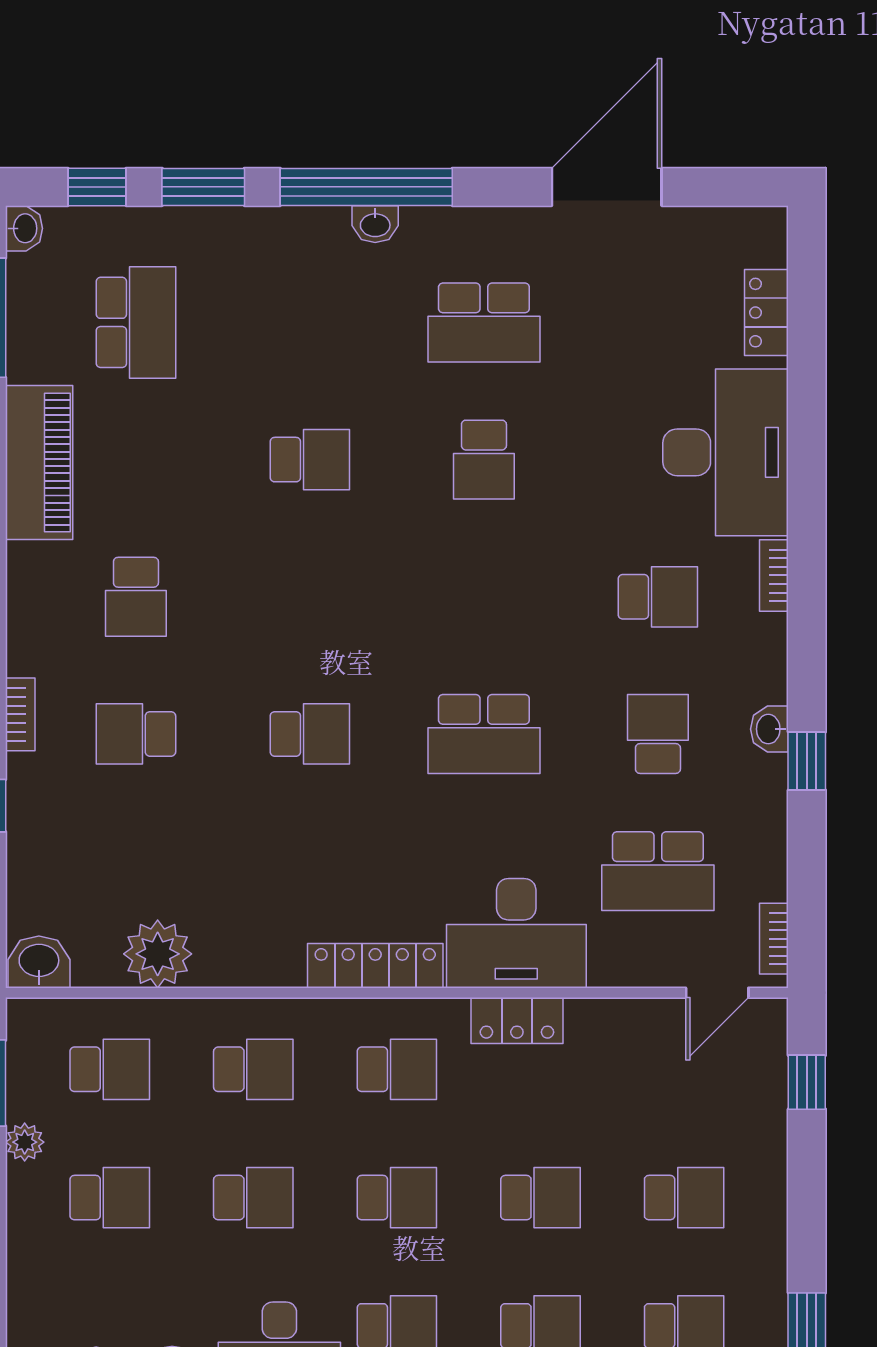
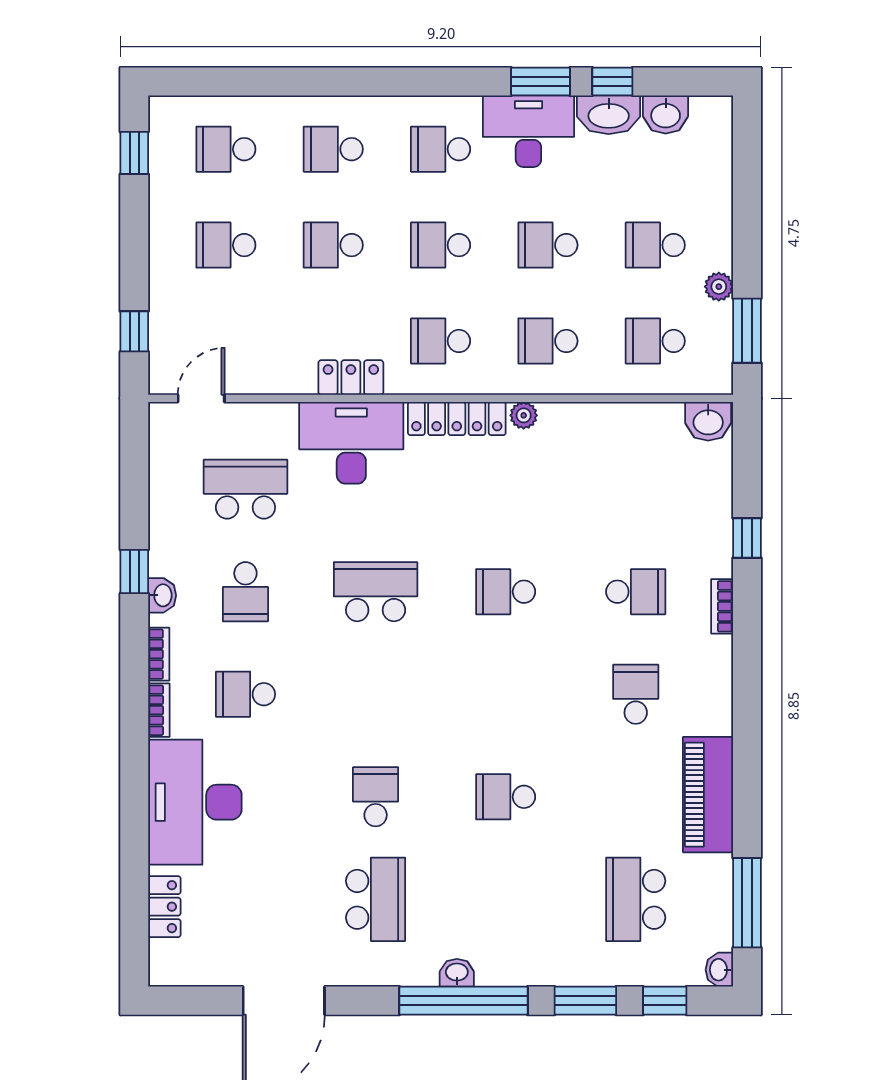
school desk: (484, 322) -> (376, 899), turned 90
bookcase: (774, 939) -> (159, 654), moved
plant: (158, 954) -> (524, 415), moved, width x0.53, depth x0.53

